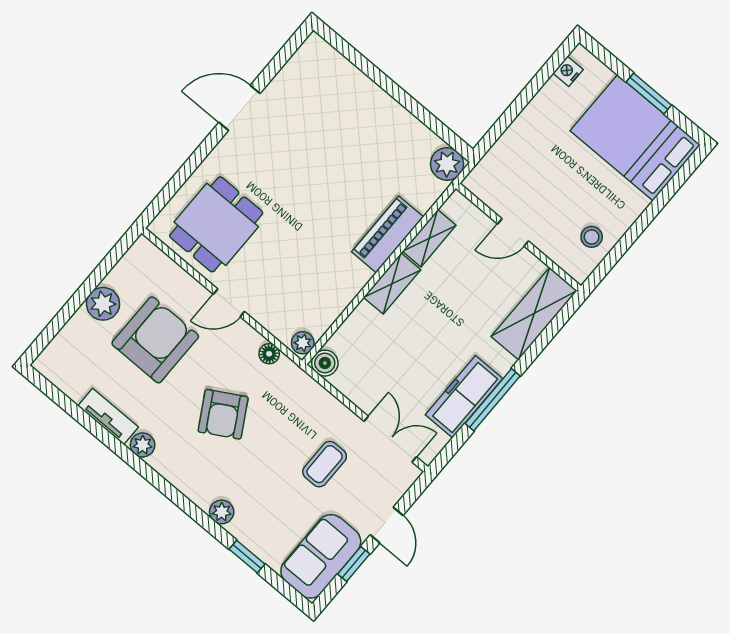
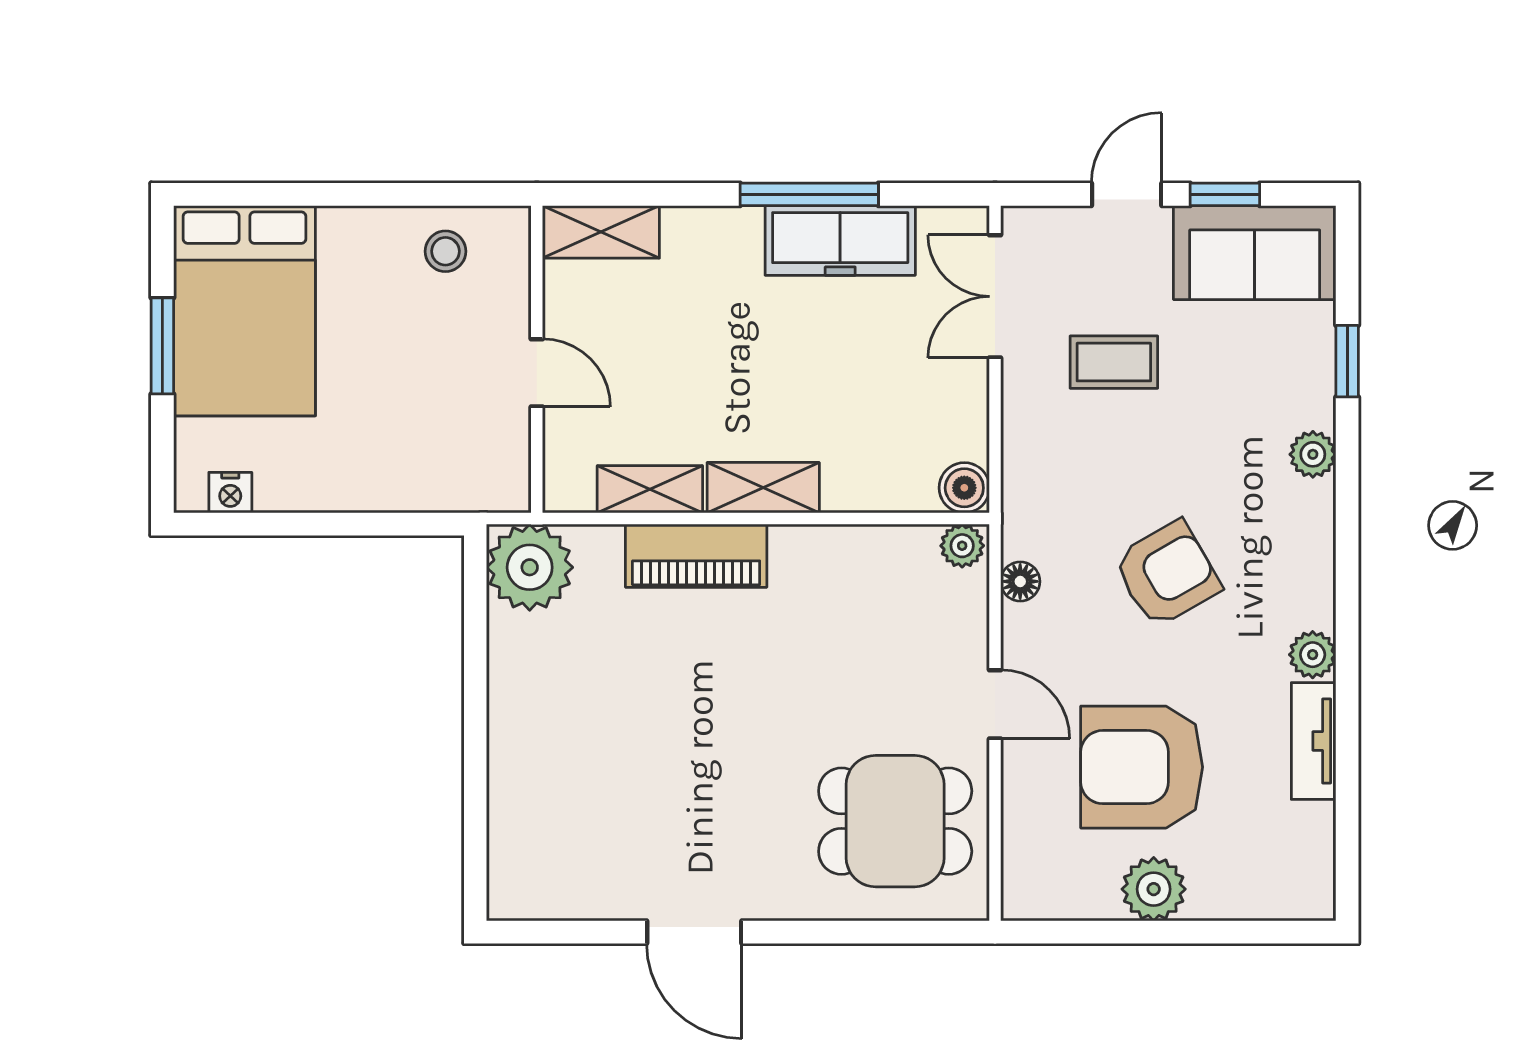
plant: (447, 164) -> (530, 567), width x1.36, depth x1.36
shelving: (534, 313) -> (601, 232), width x0.67, depth x0.75

